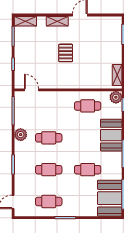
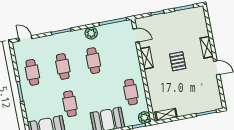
shelving: (25, 21) -> (147, 58), moved
pallet: (66, 53) -> (178, 61), turned 90
door: (31, 90) -> (136, 35), hinge flipped

